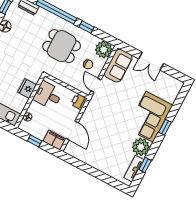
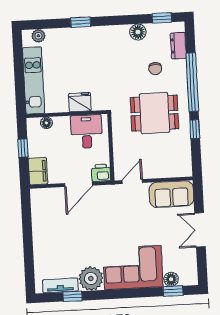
dining table: (62, 46) -> (154, 113), turned 90
plant: (104, 50) -> (180, 165), removed
chair: (88, 64) -> (155, 69), moved
floor lamp: (171, 97) -> (171, 279), added
window: (165, 127) -> (173, 291), moved
door: (72, 131) -> (79, 184), moved

